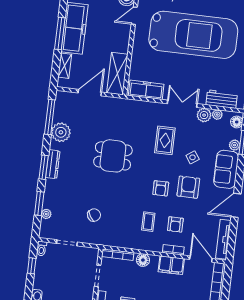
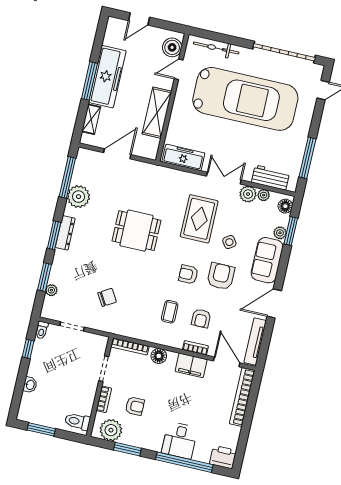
shelving: (117, 74) -> (157, 113), moved
rug: (165, 140) -> (199, 219), width x1.36, depth x1.43
armchair: (161, 188) -> (188, 274), turned 90

